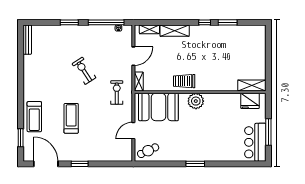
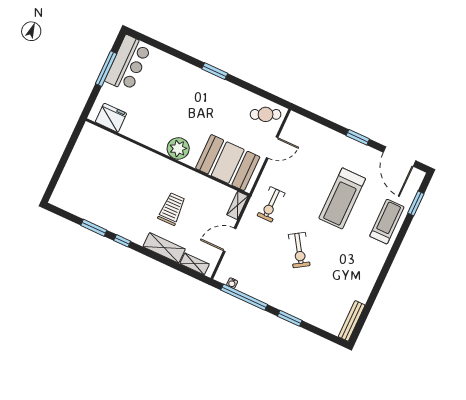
trolley: (184, 81) -> (172, 209), moved, turned -91
shelving: (252, 85) -> (100, 136), removed
treadmill: (71, 118) -> (342, 198), width x1.37, depth x1.38

